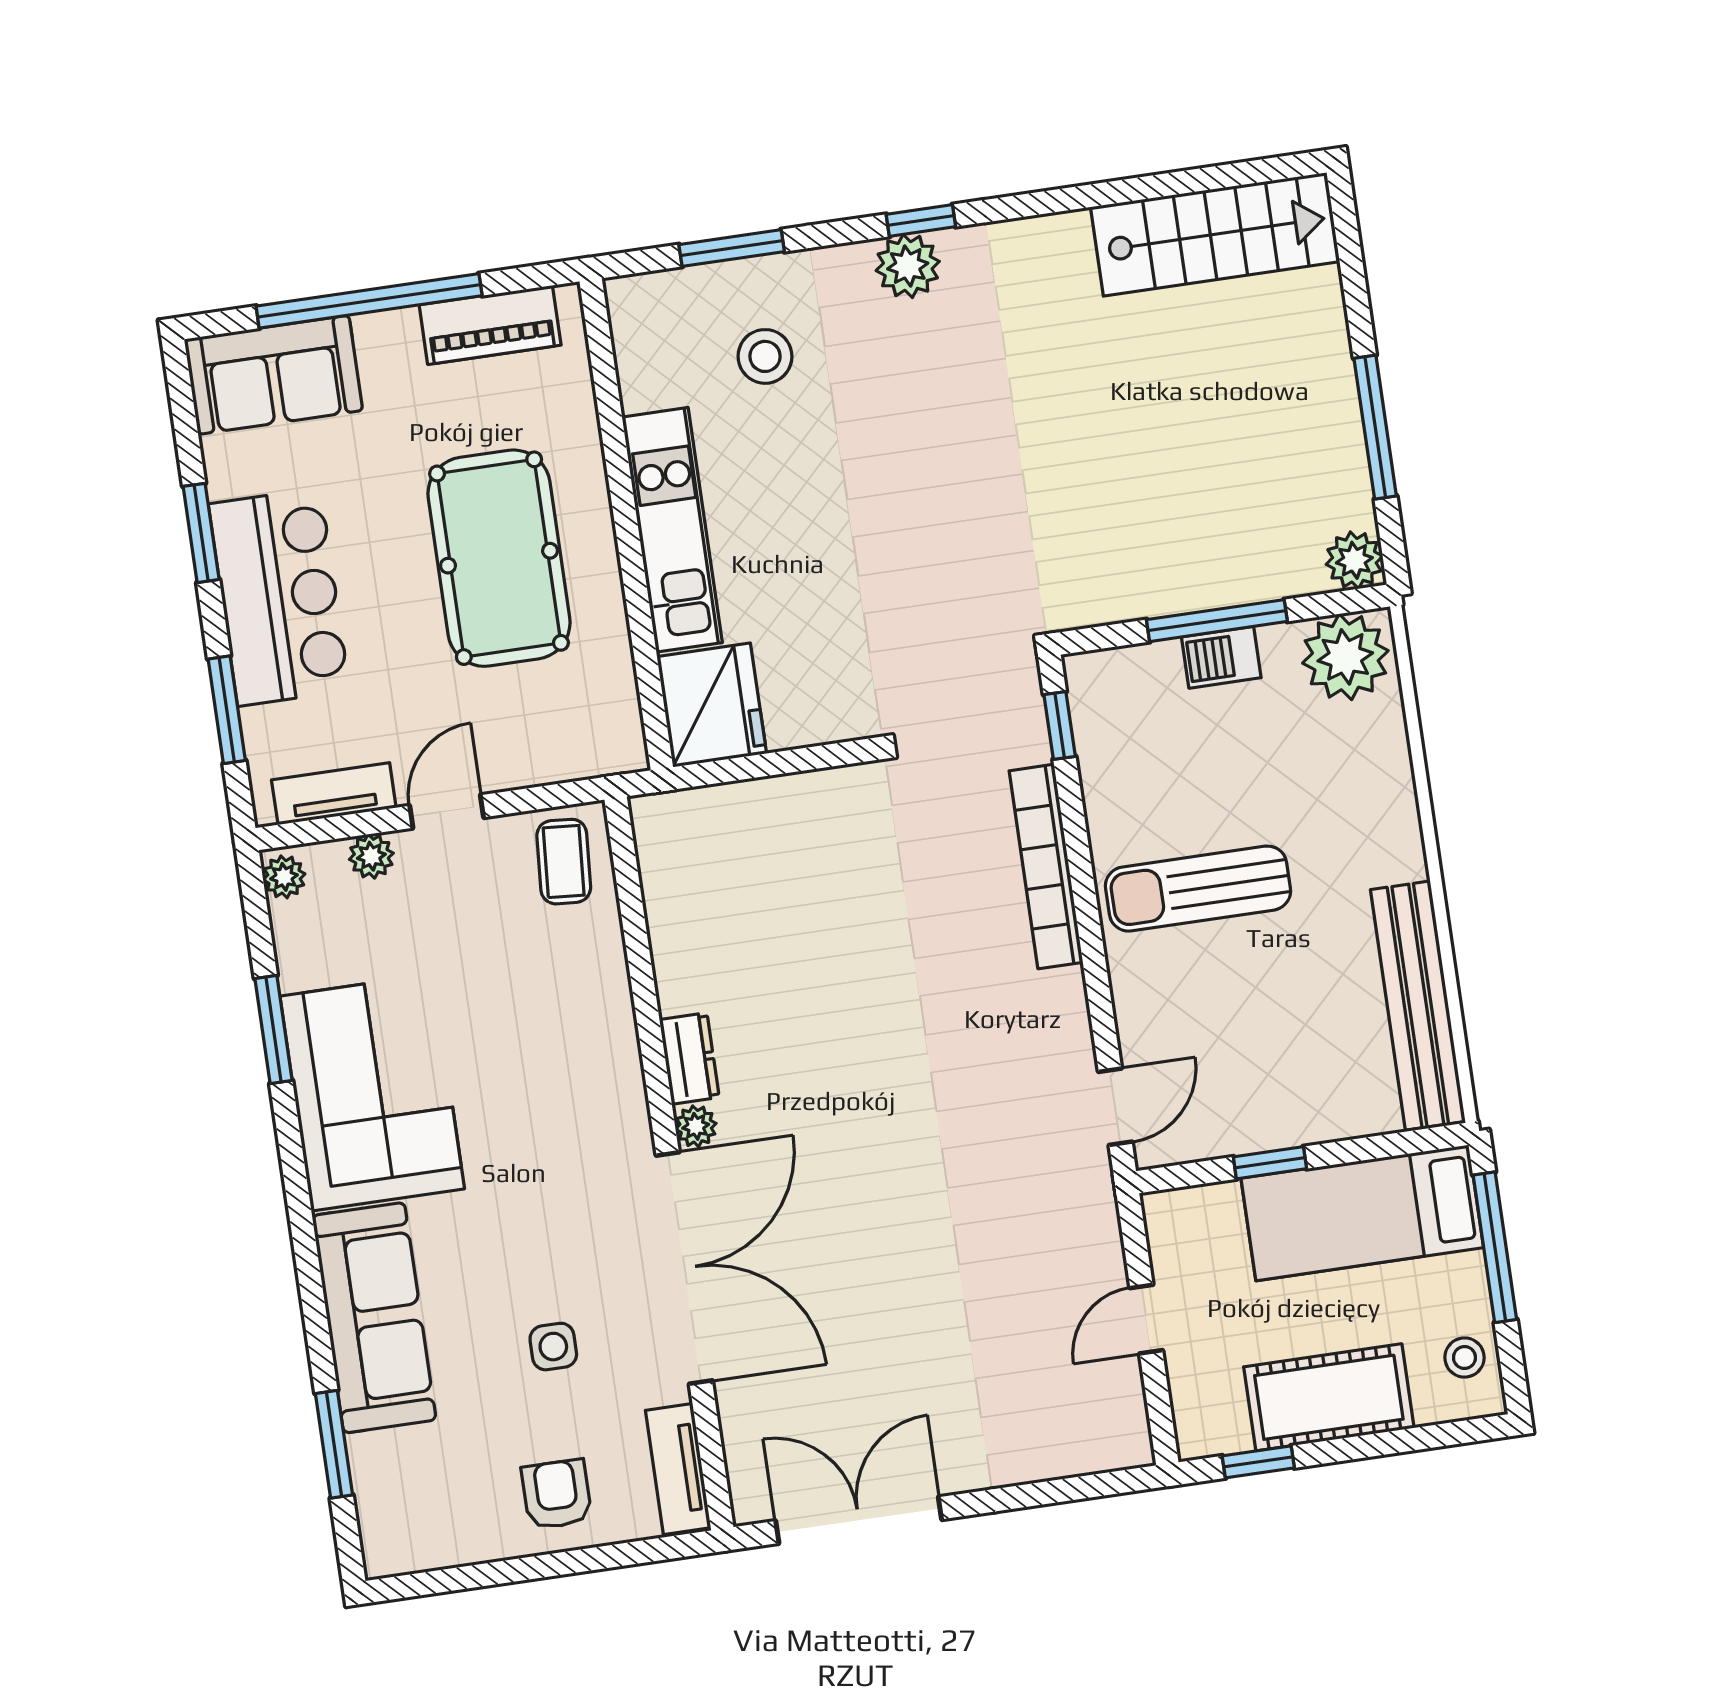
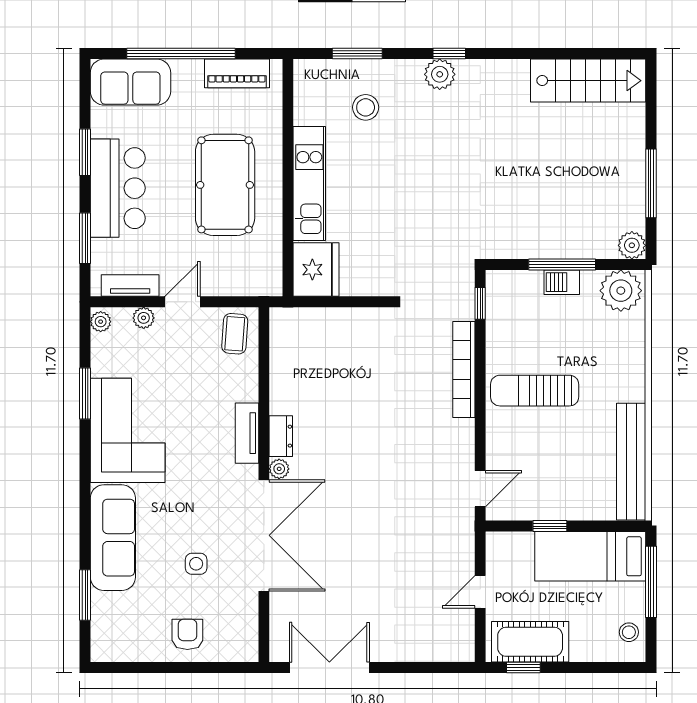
cot: (1329, 1397) -> (530, 642), moved
tv unit: (678, 1469) -> (247, 433), moved

